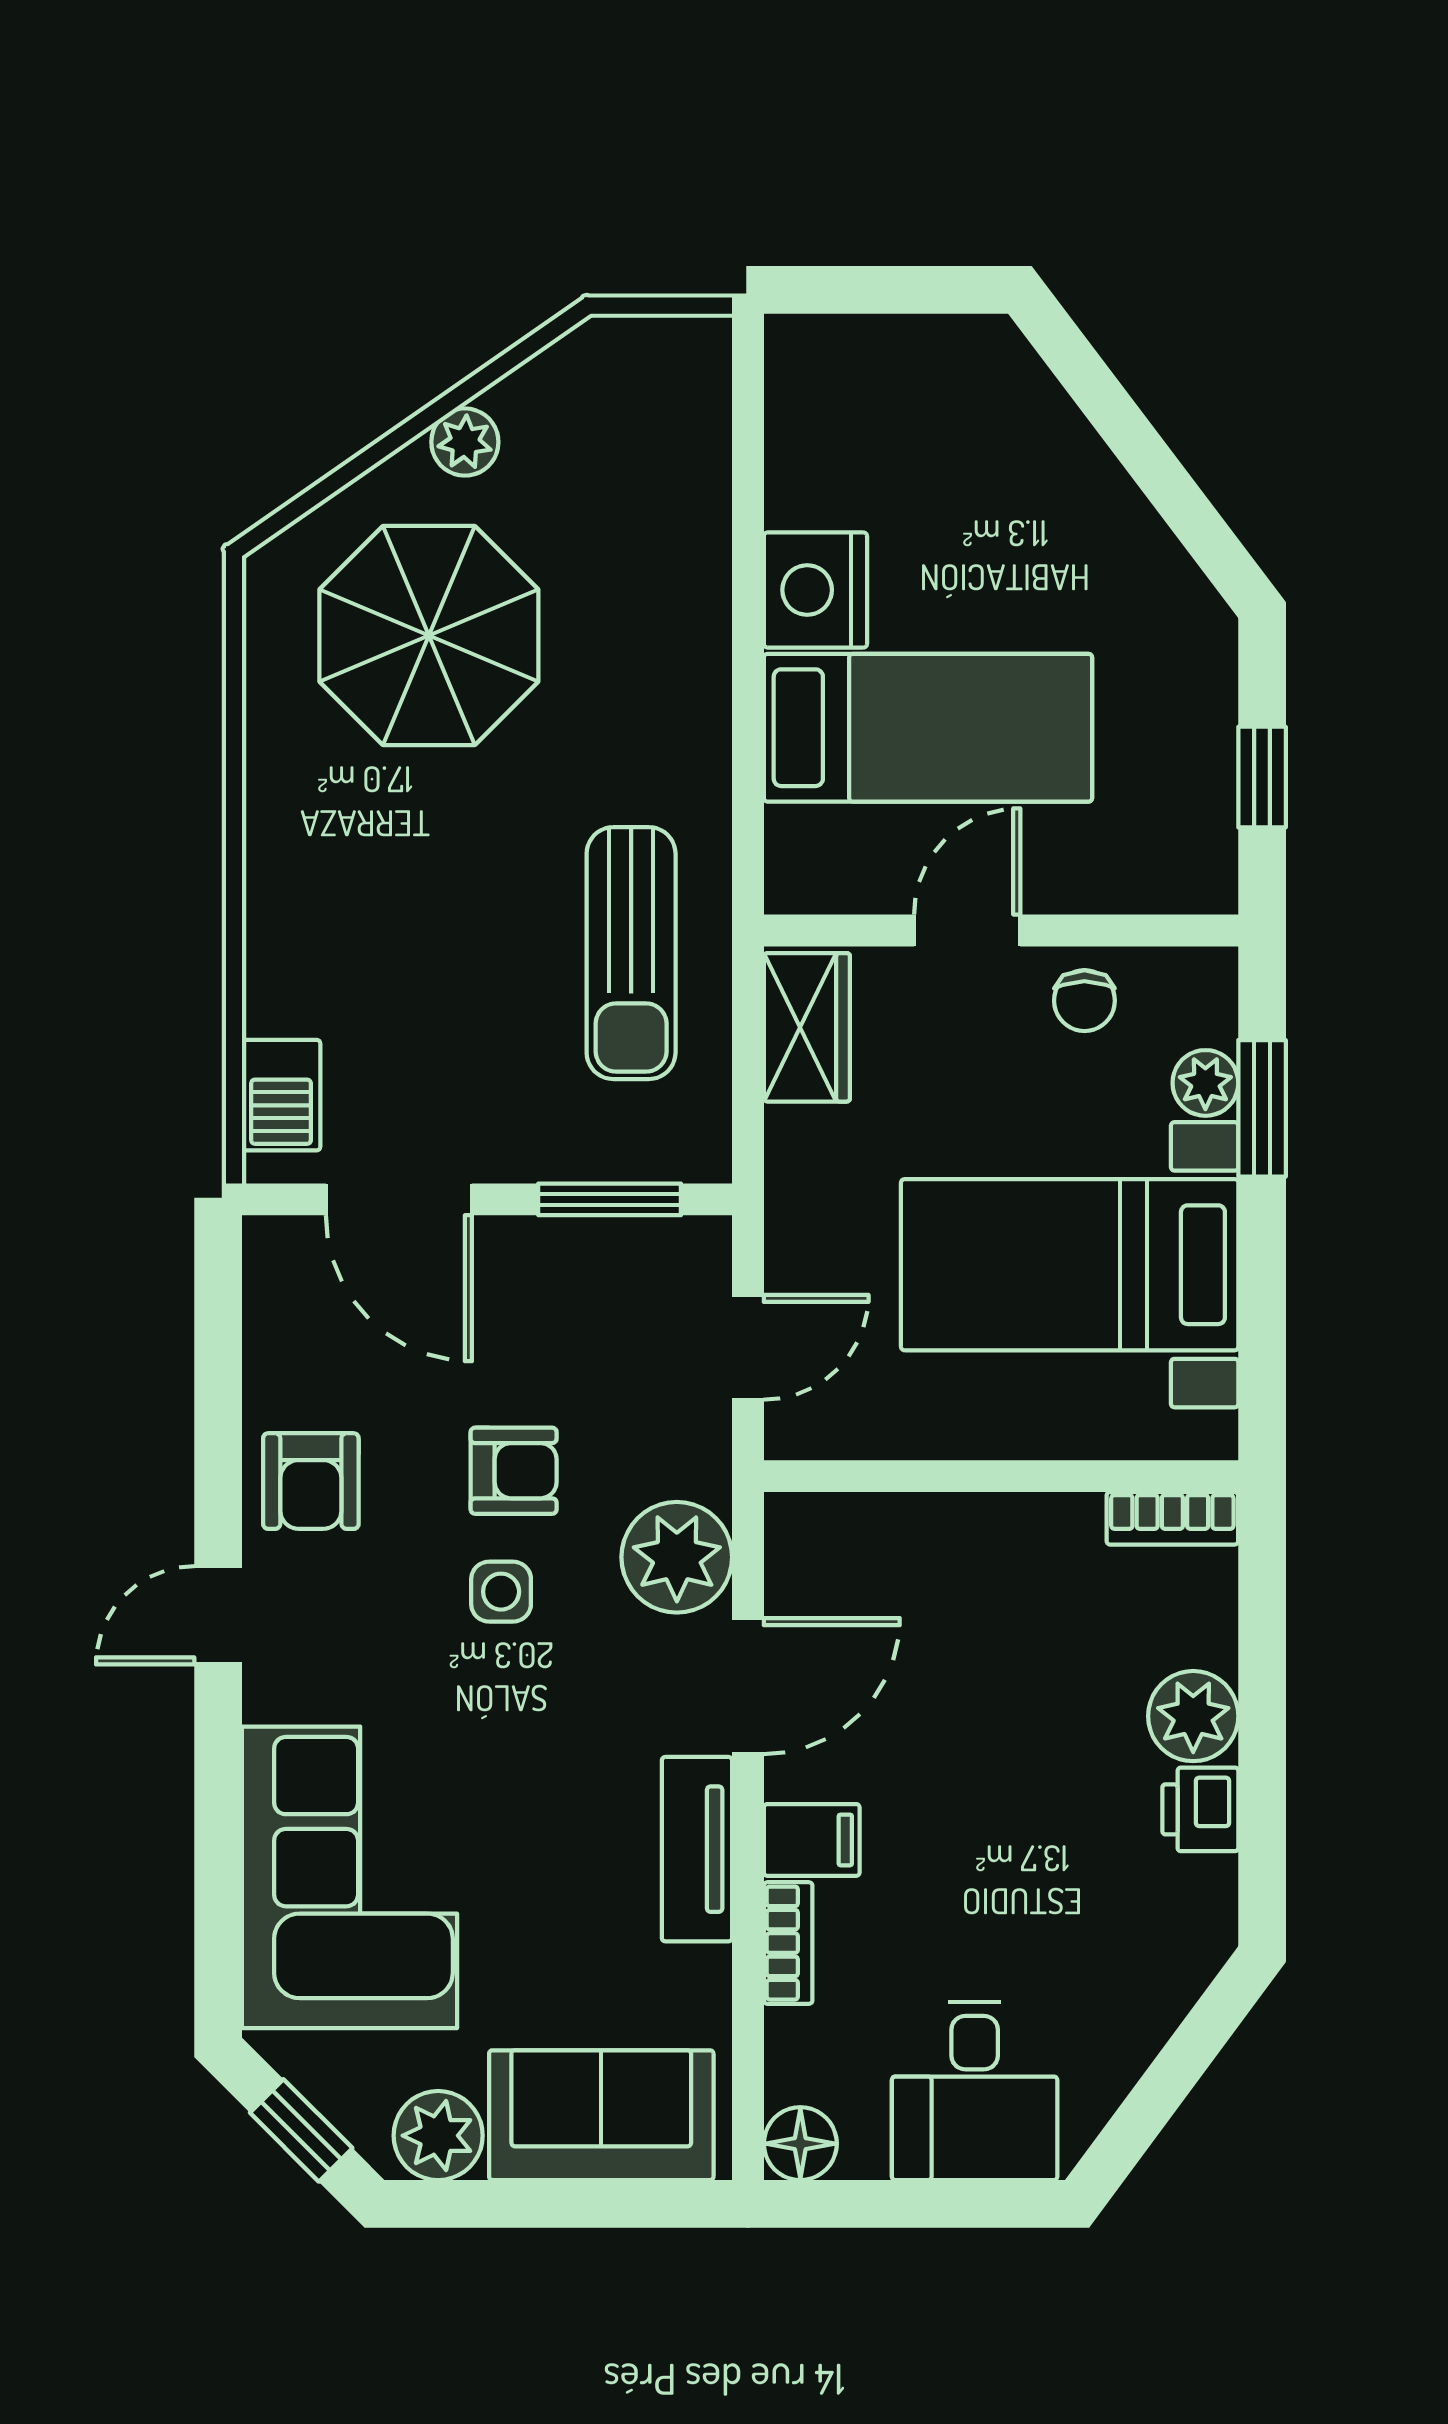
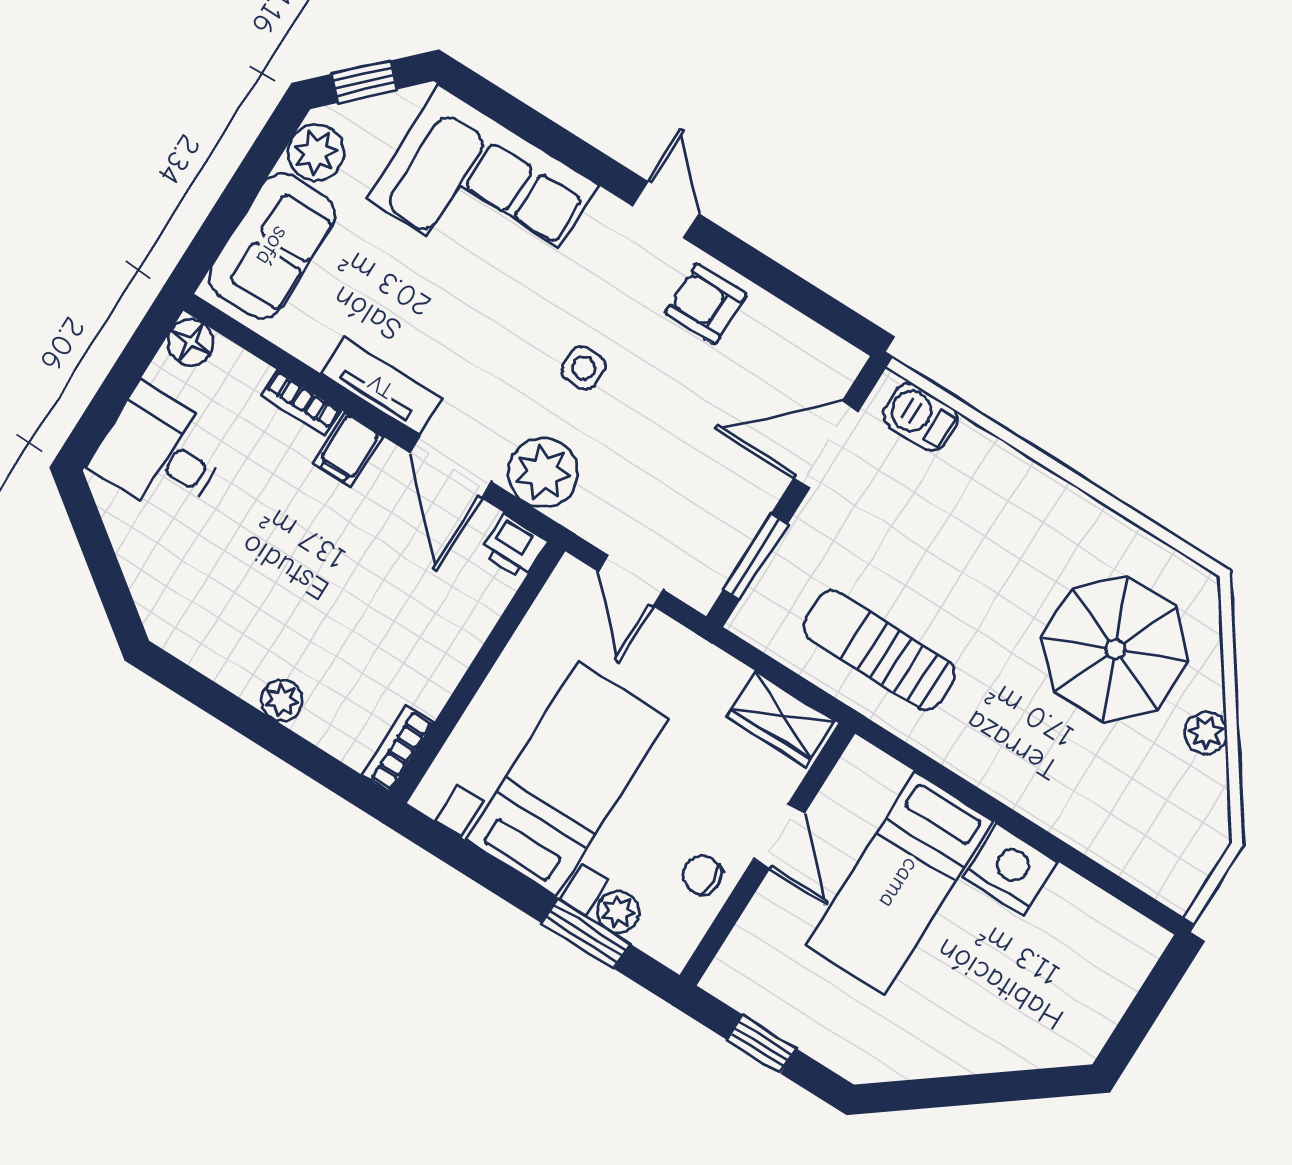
armchair: (514, 1471) -> (644, 415), removed
plant: (1193, 1716) -> (282, 700), width x0.73, depth x0.73
printer: (1200, 1809) -> (514, 547), moved, turned 180

